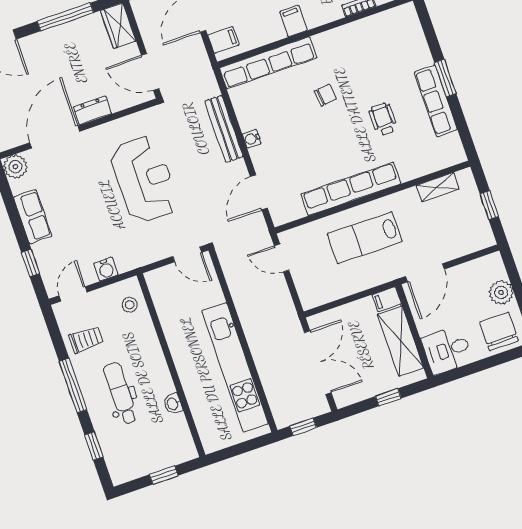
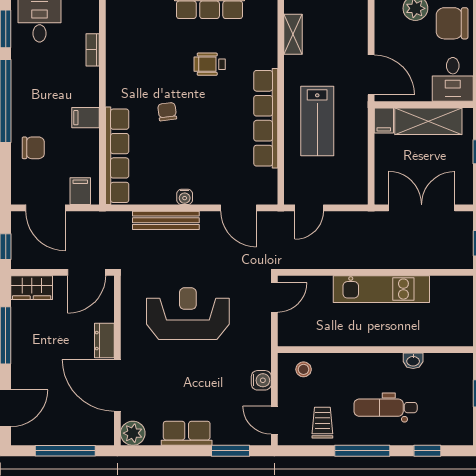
window: (31, 263) -> (230, 451), width x1.50
kitchen unit: (235, 367) -> (381, 289), width x0.73

